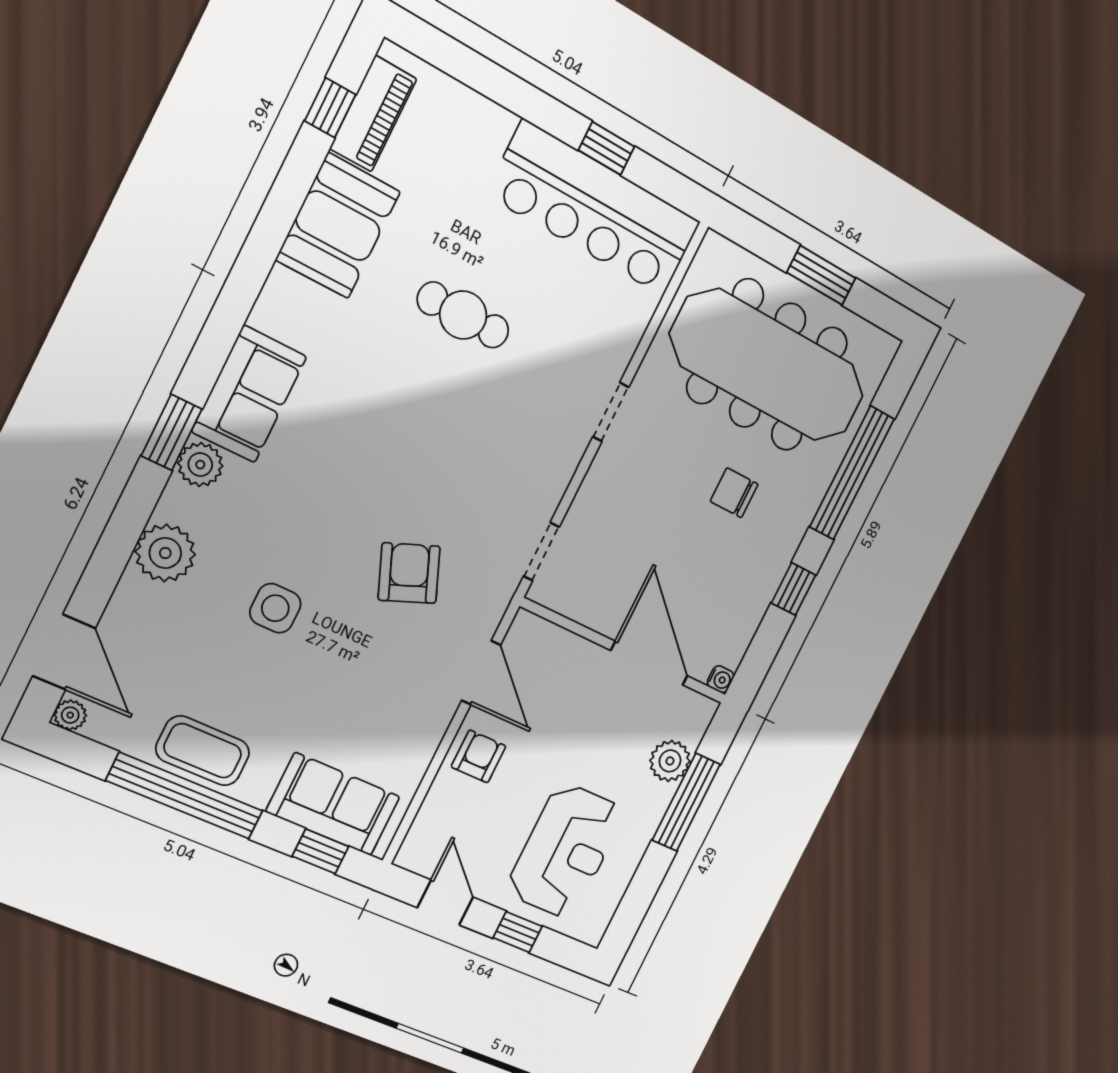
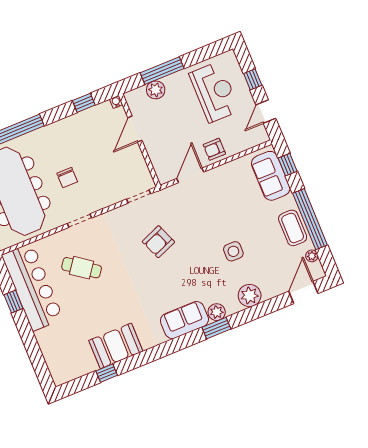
window: (330, 108) -> (107, 373), moved
piano: (373, 114) -> (78, 369), removed
cafe table: (463, 315) -> (82, 268), moved, turned -54
chair: (734, 493) -> (67, 178), moved
armchair: (409, 573) -> (158, 242), moved
window: (794, 589) -> (84, 103), moved
door: (649, 663) -> (135, 129), width x0.73
plant: (70, 715) -> (312, 256), moved
reception desk: (565, 851) -> (214, 92), turned 90

